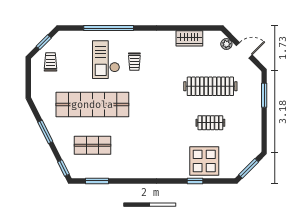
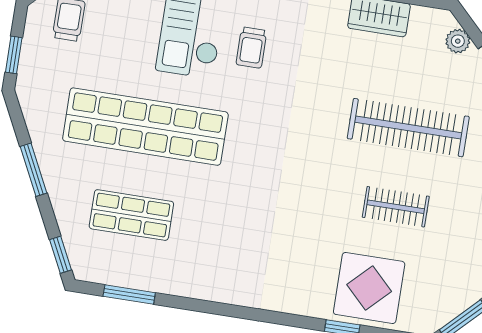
window: (28, 82) -> (14, 55), added

